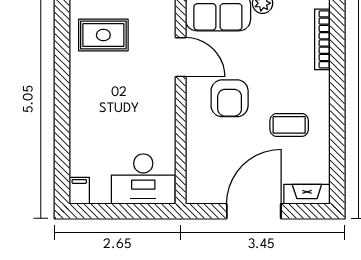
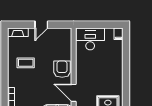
armchair: (230, 98) -> (62, 69), moved
door: (254, 211) -> (41, 25), width x0.53

